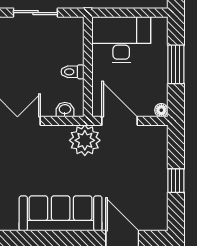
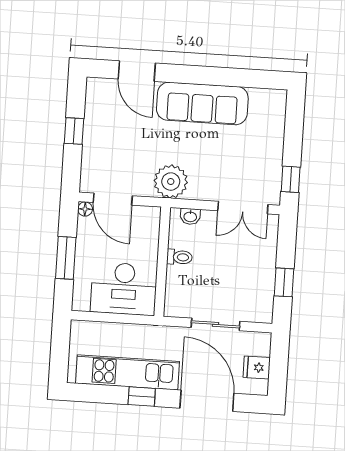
door: (120, 121) -> (113, 199), moved

